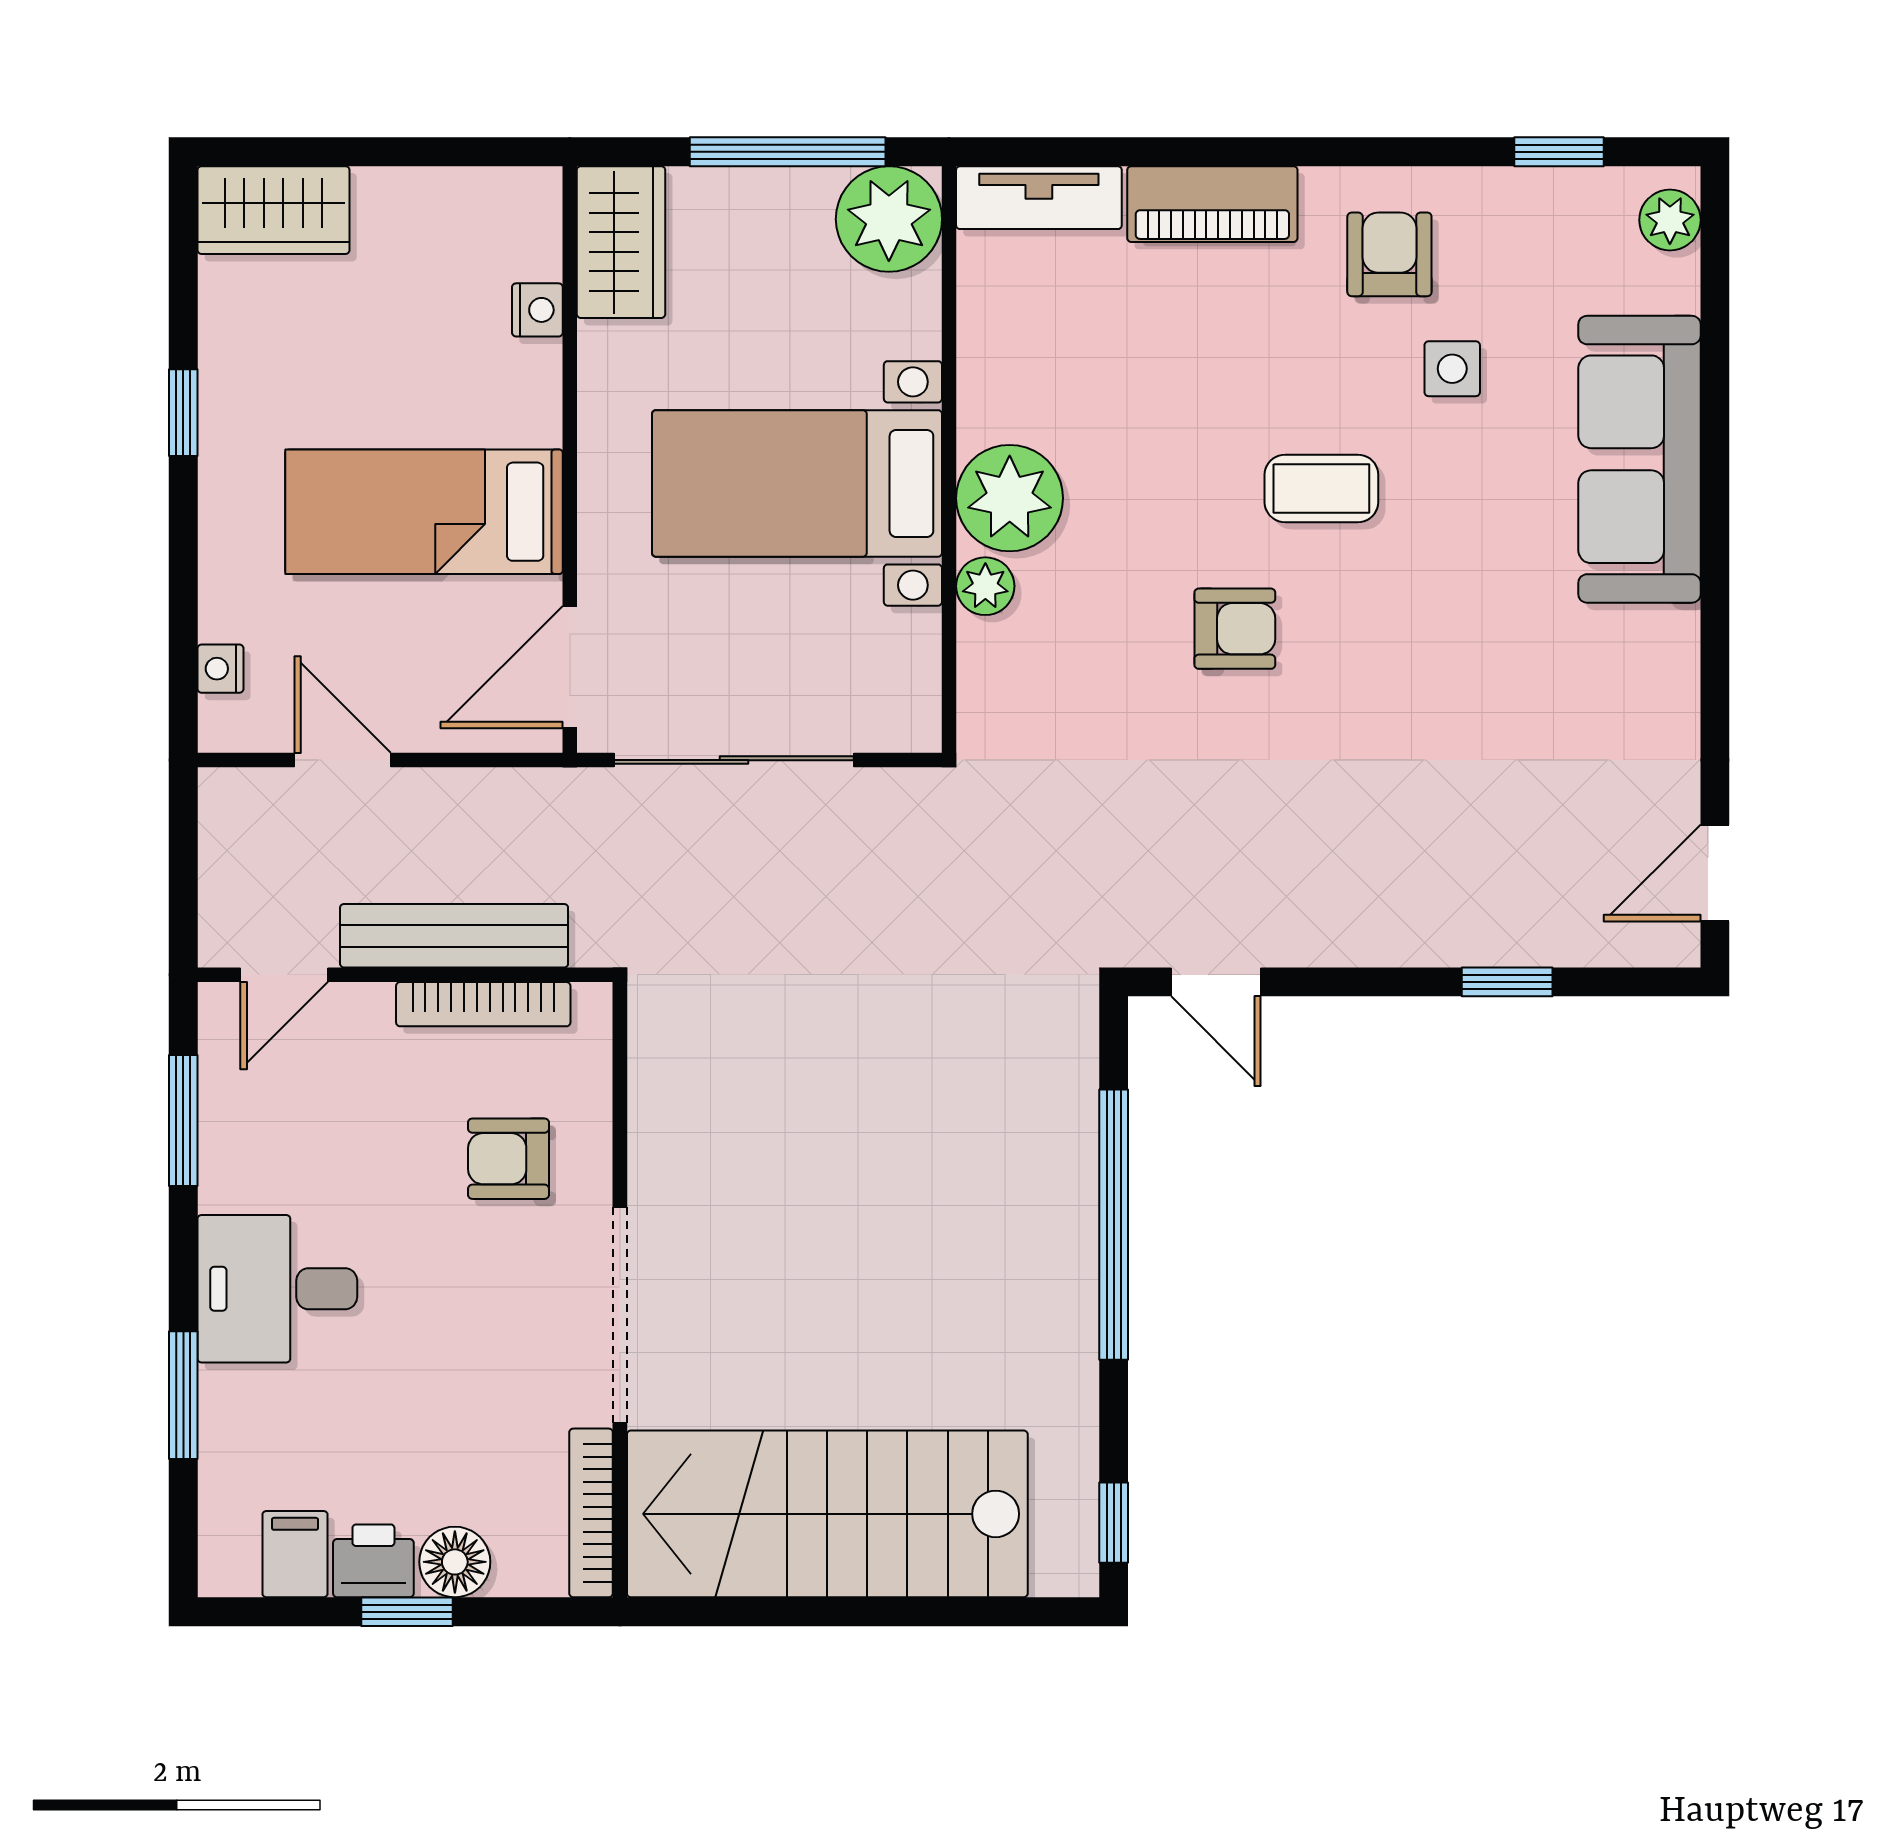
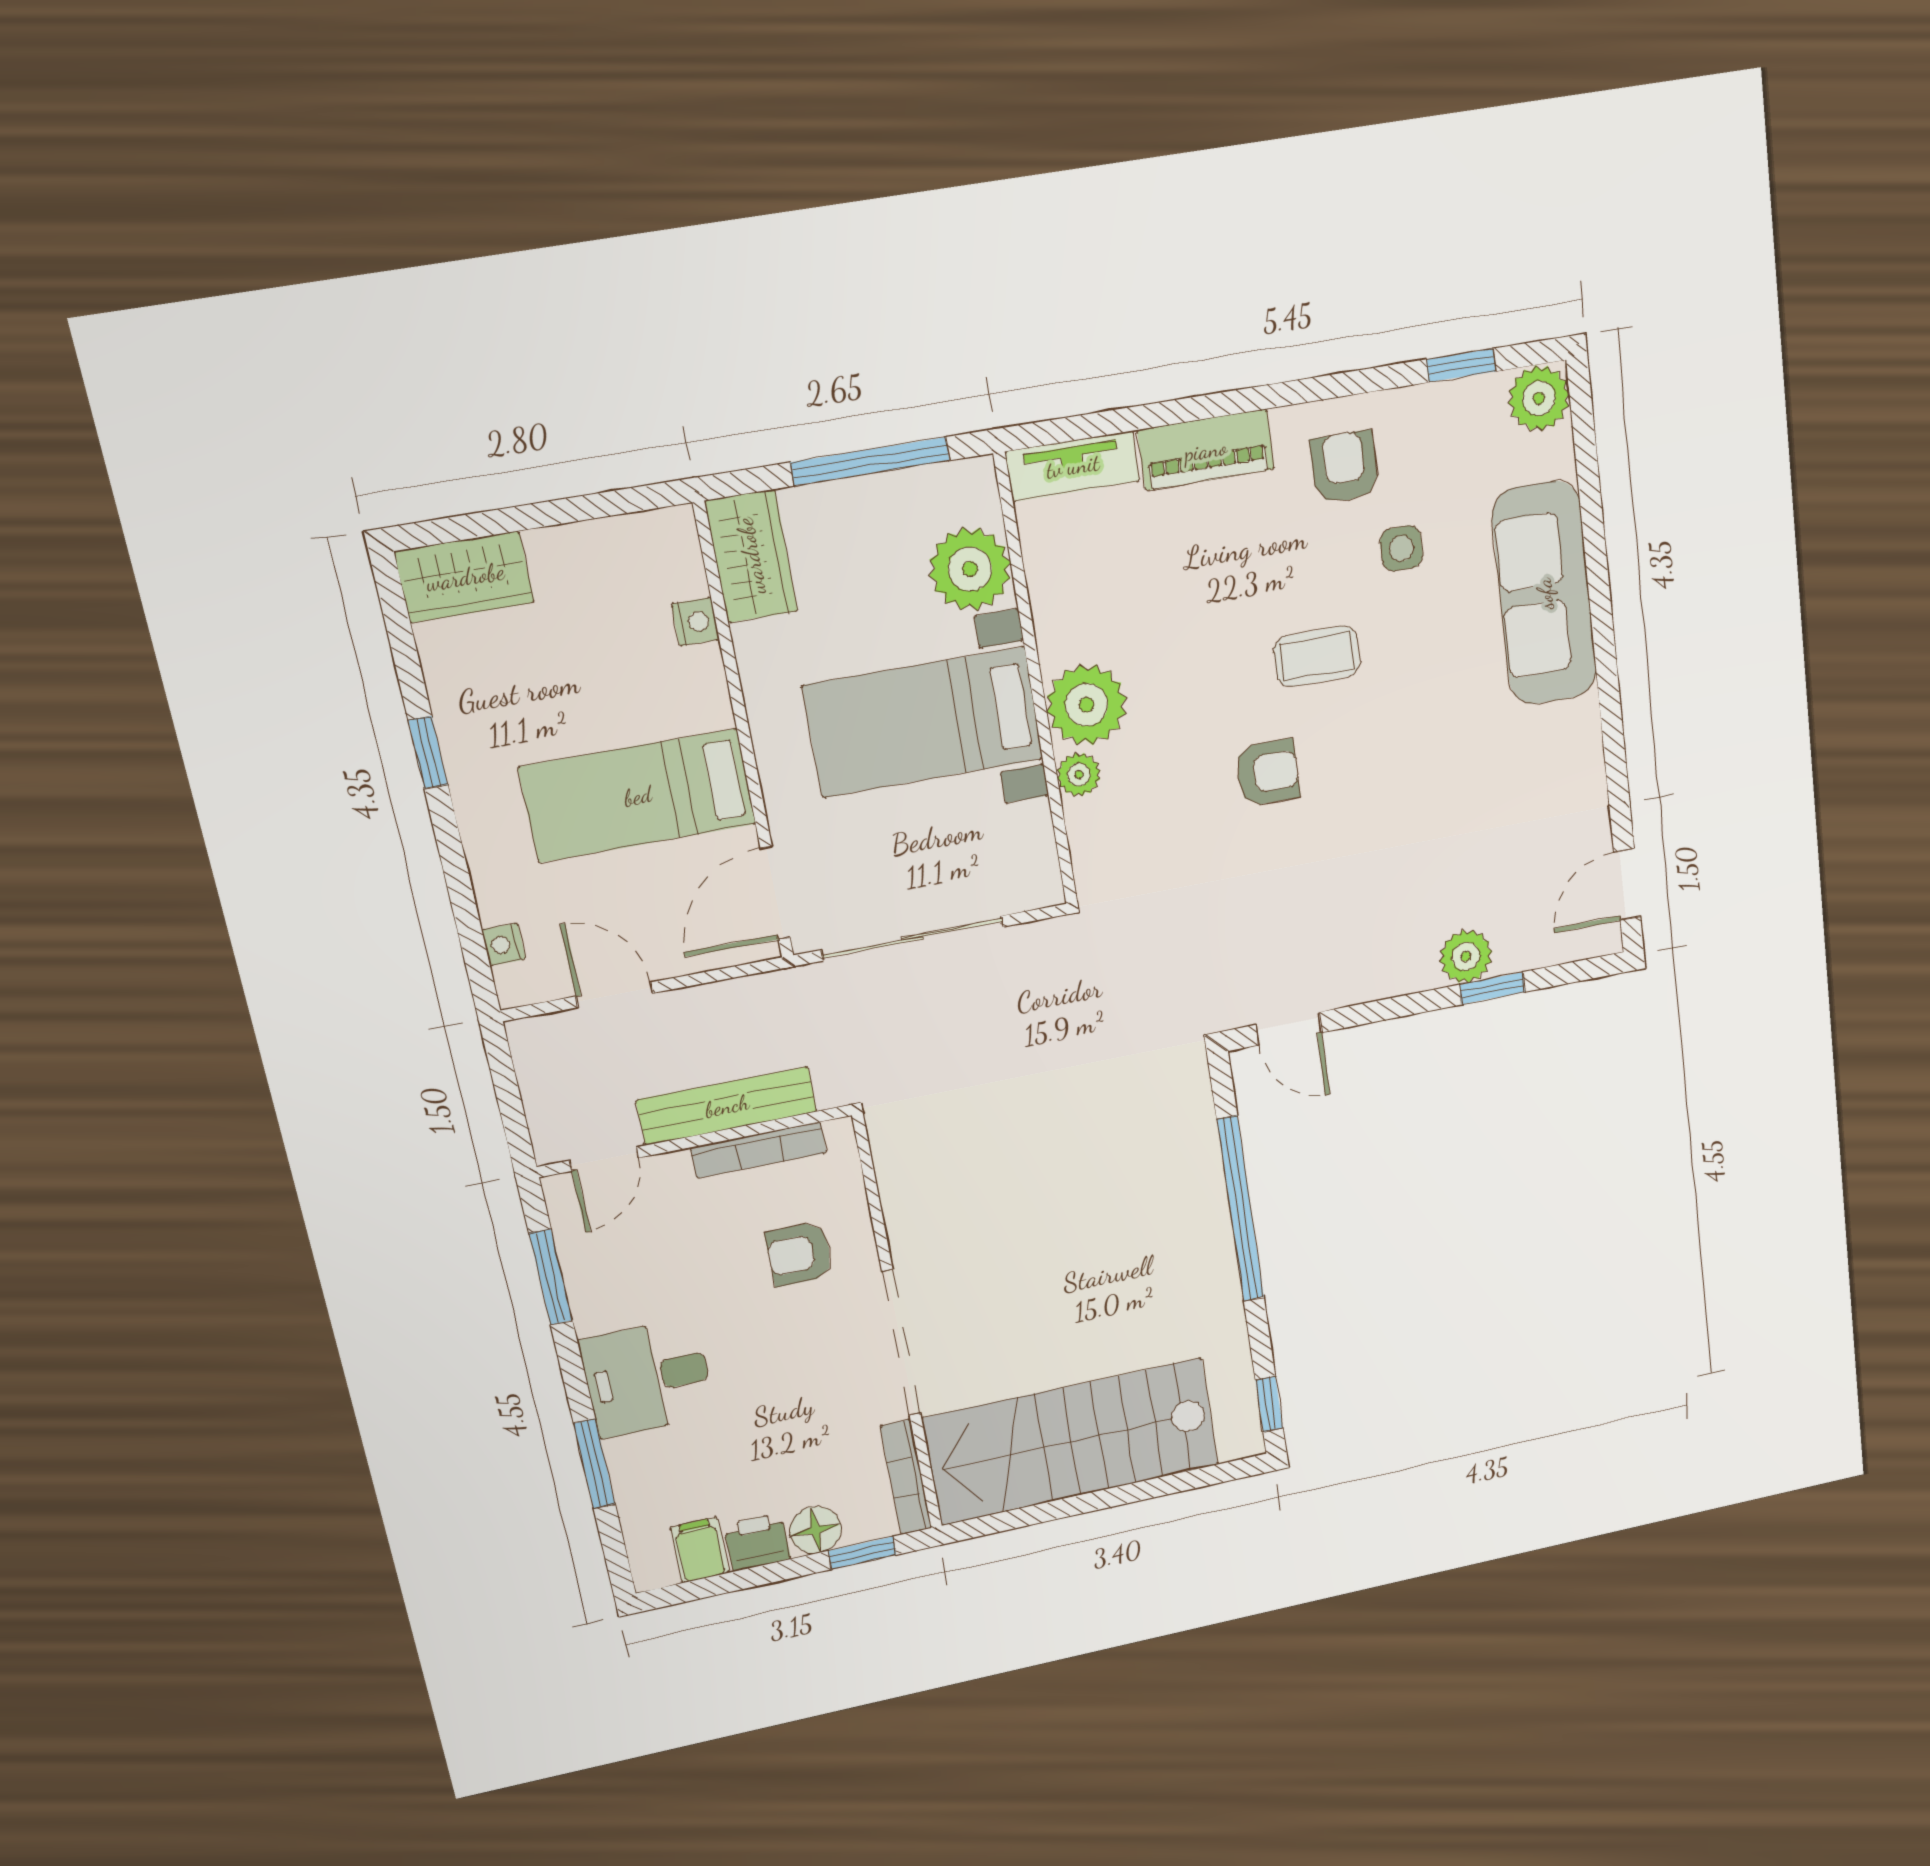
plant: (889, 219) -> (970, 569), moved
plant: (1670, 220) -> (1539, 398), width x1.38, depth x1.38
plant: (1475, 930) -> (1466, 956), added
window: (407, 1612) -> (862, 1553), moved

